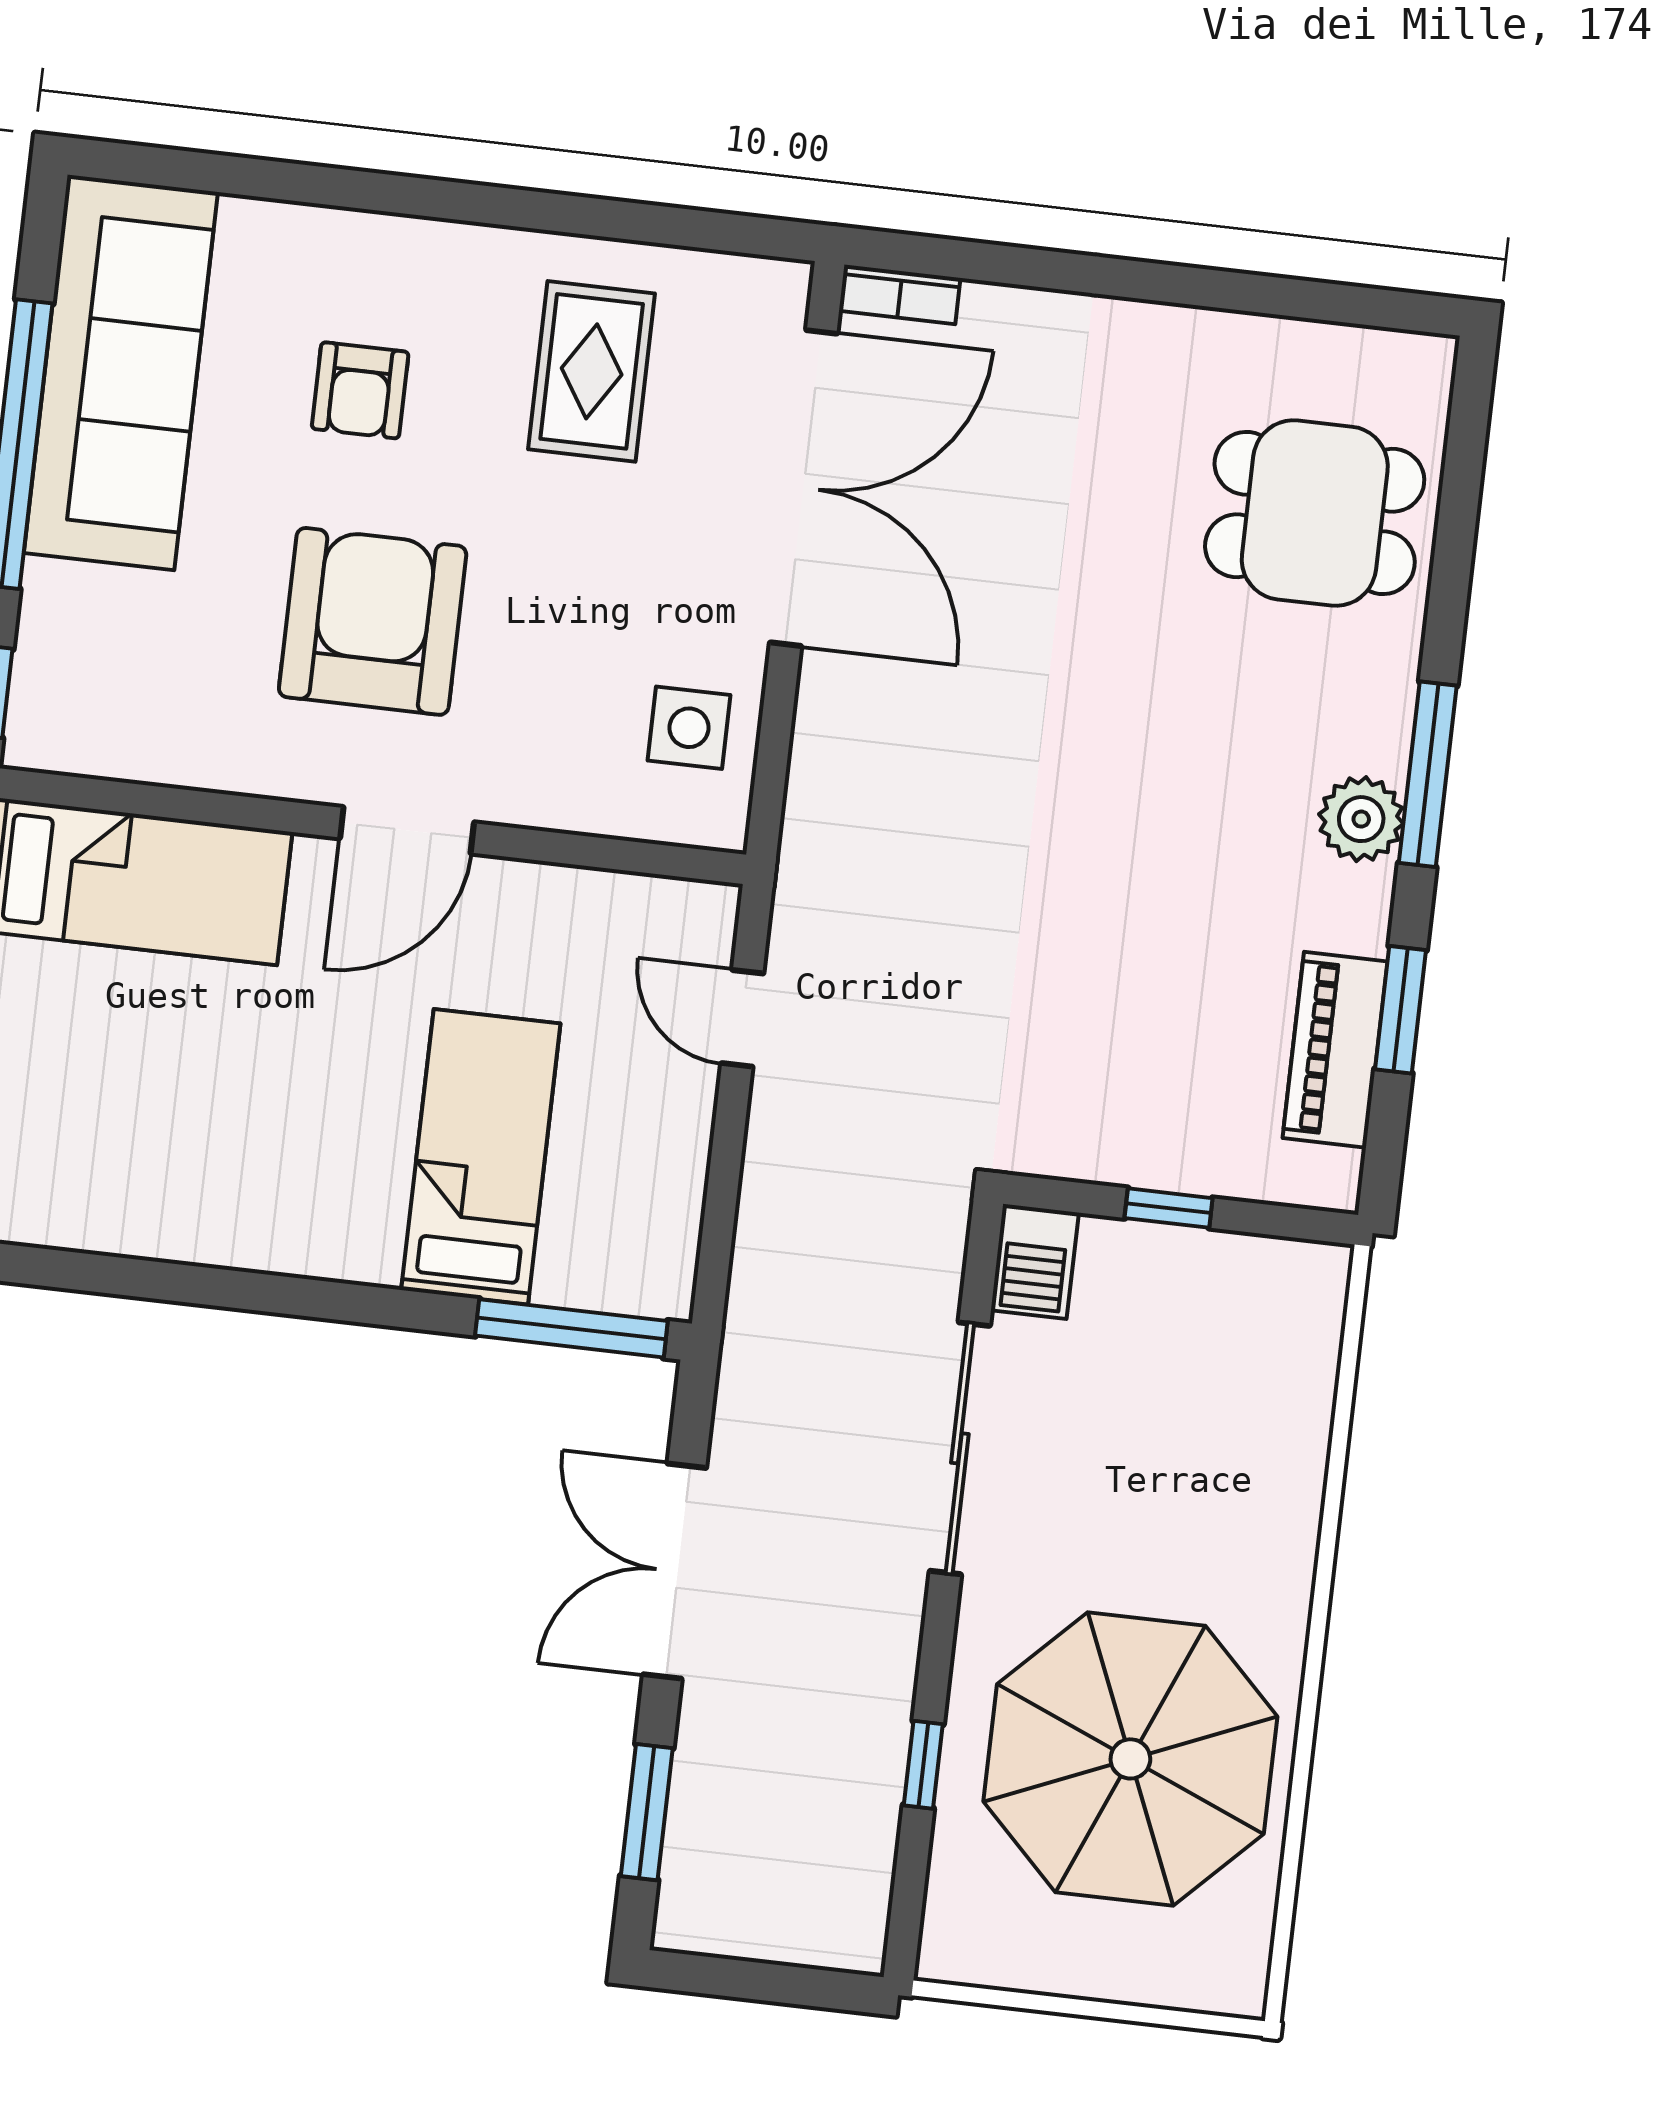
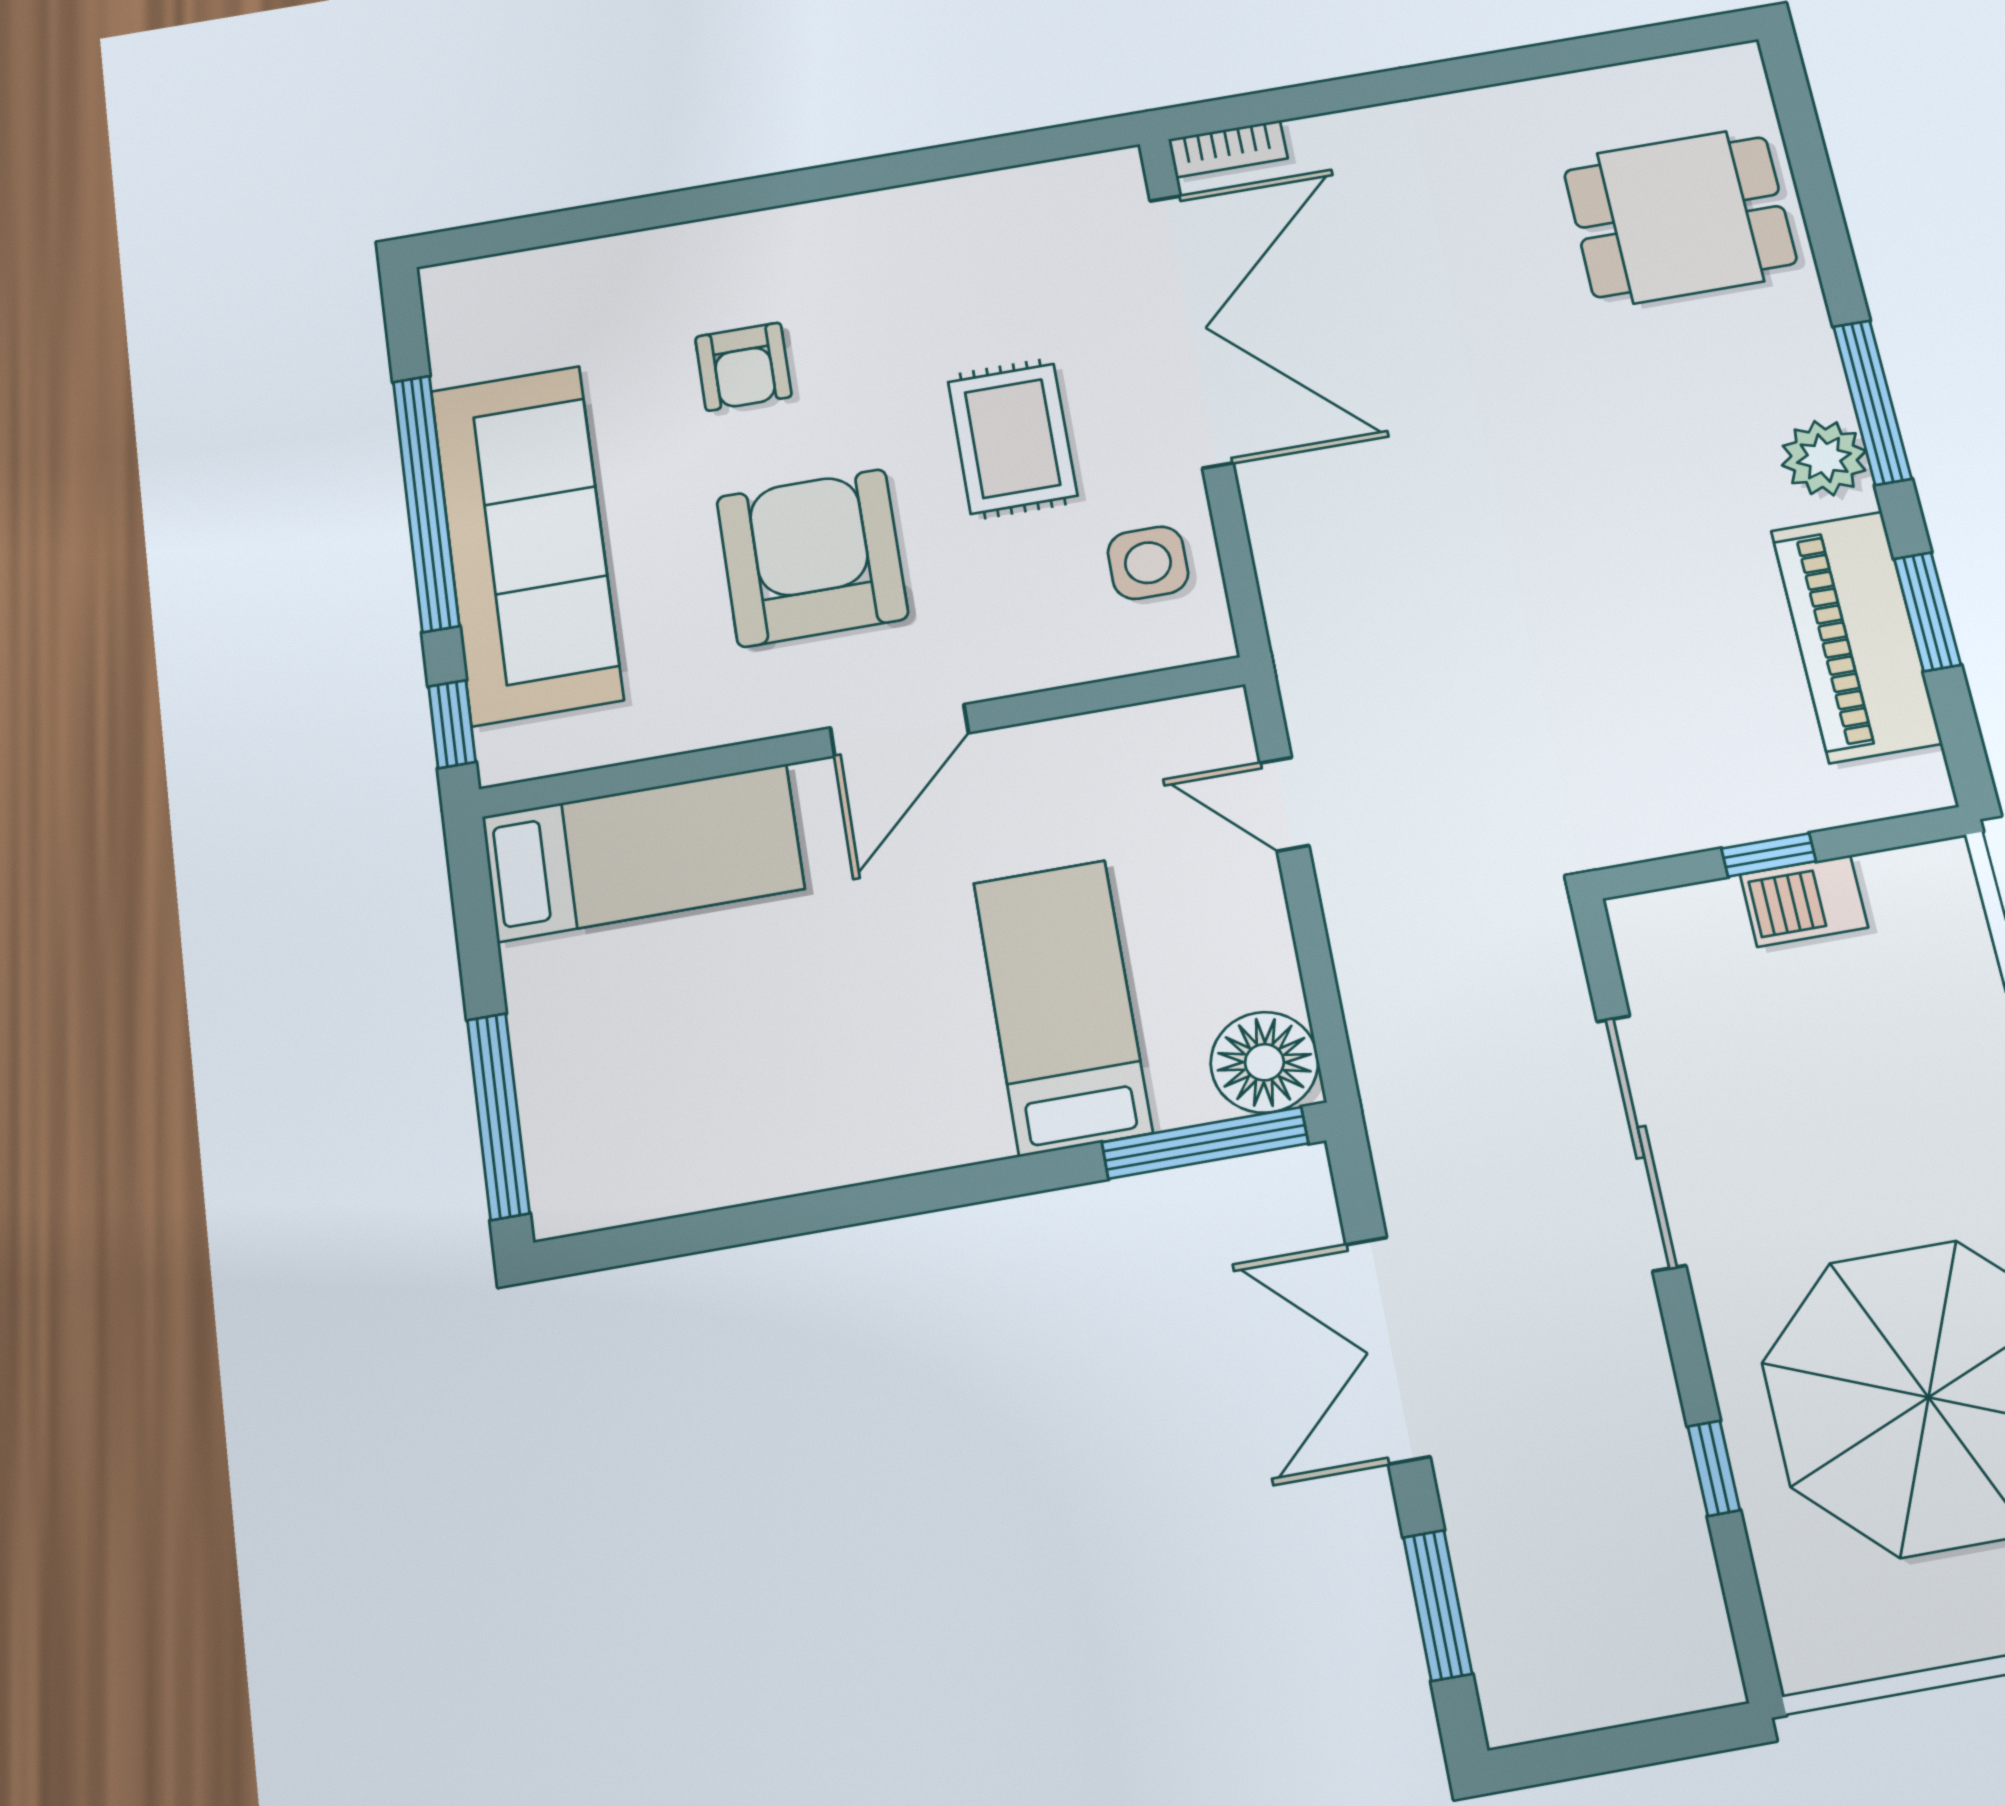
rug: (592, 371) -> (1012, 439), moved
sofa: (121, 373) -> (526, 544), moved
piano: (1335, 1050) -> (1856, 636), width x1.37, depth x1.33
barbecue: (1035, 1261) -> (1804, 901), moved, turned 90
floor lamp: (648, 1268) -> (1264, 1062), added

